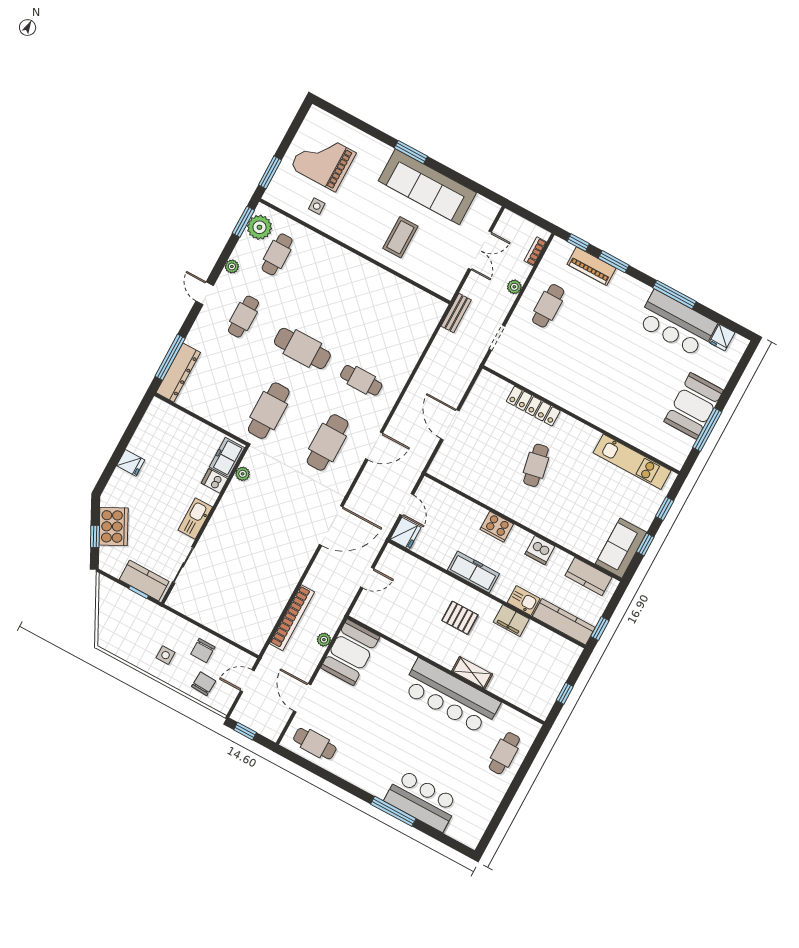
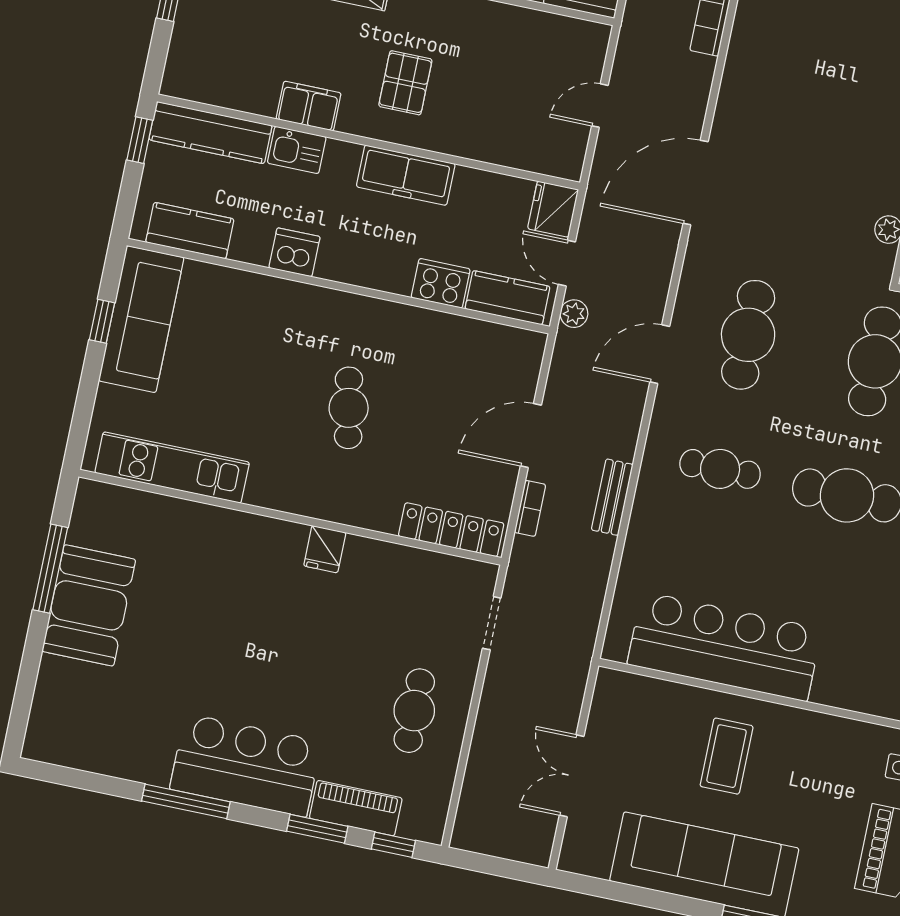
bookcase: (535, 251) -> (530, 508), moved
plant: (514, 287) -> (574, 314), moved
bar counter: (385, 292) -> (725, 647), added
bench: (456, 313) -> (612, 497), moved
bar counter: (677, 324) -> (246, 765), moved
fridge: (722, 337) -> (325, 549), moved, turned 180
locker: (533, 406) -> (451, 530), moved
door: (450, 425) -> (531, 435), swing flipped
kitchen counter: (441, 496) -> (508, 298), added
window: (665, 509) -> (86, 399), removed
cooker: (497, 527) -> (441, 283), moved
sofa: (621, 548) -> (141, 319), width x1.36
pallet: (460, 618) -> (405, 83), turned 90

